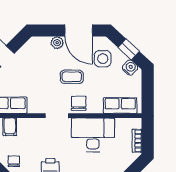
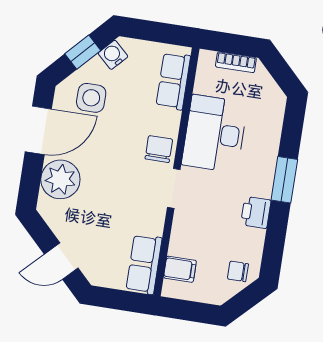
plant: (57, 43) -> (60, 179), width x1.88, depth x1.88
coffee table: (72, 77) -> (113, 154), removed
chair: (79, 103) -> (159, 149), turned 90

